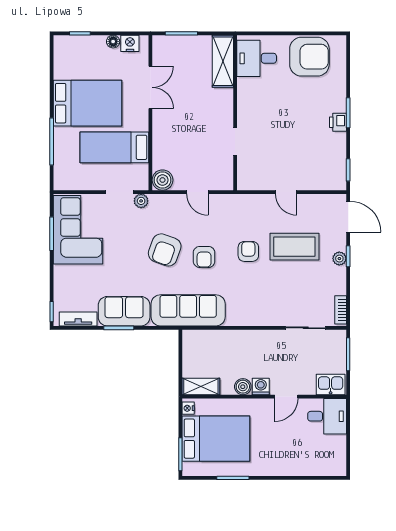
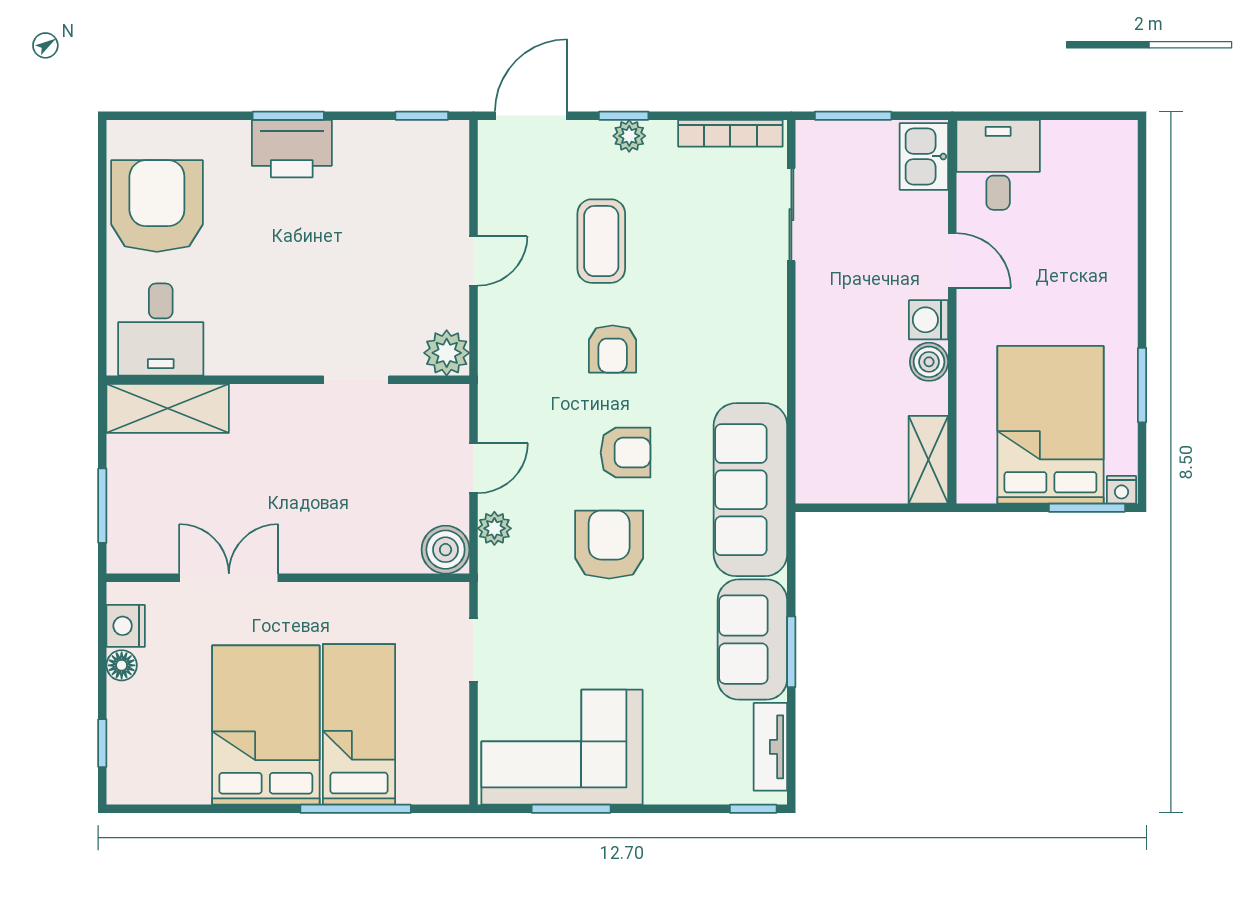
printer: (338, 122) -> (292, 149), width x1.87, depth x1.48
bed: (114, 147) -> (359, 724), moved, turned 180
plant: (247, 181) -> (447, 353), added
plant: (141, 201) -> (494, 528), moved
coffee table: (294, 247) -> (601, 241), width x0.73, depth x0.76
armchair: (165, 250) -> (609, 545), turned -110
armchair: (248, 251) -> (613, 349), turned -90
bookcase: (341, 310) -> (730, 133), width x1.56
nightstand: (188, 408) -> (1122, 490), moved

